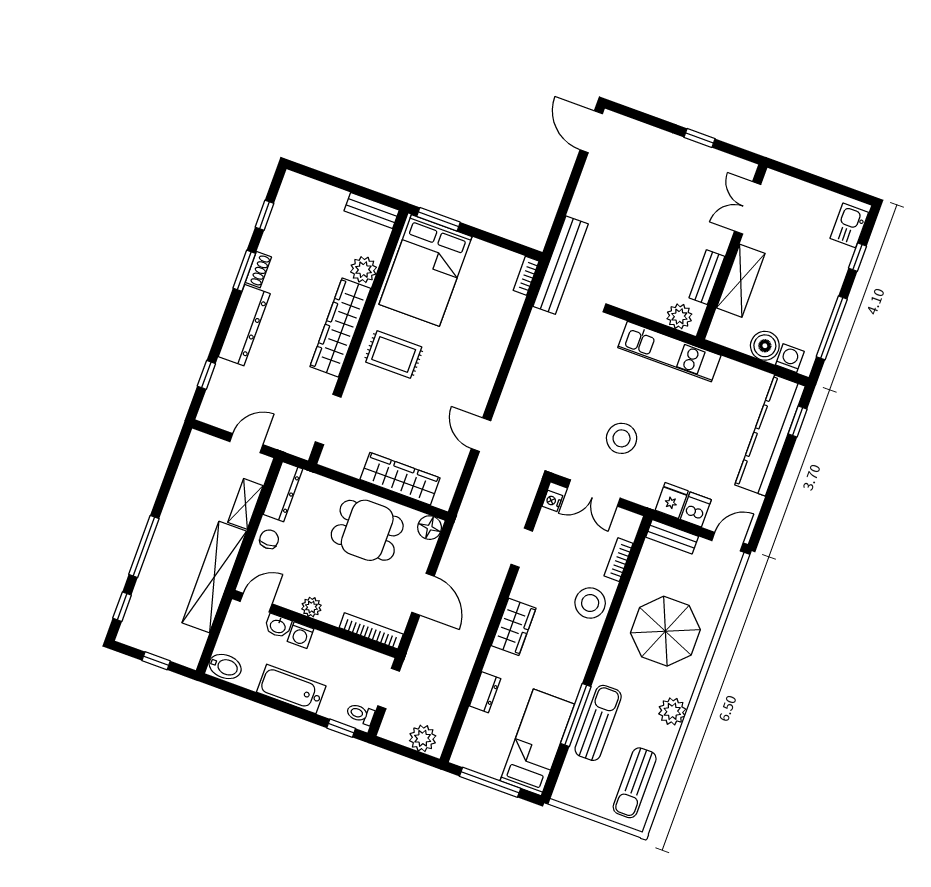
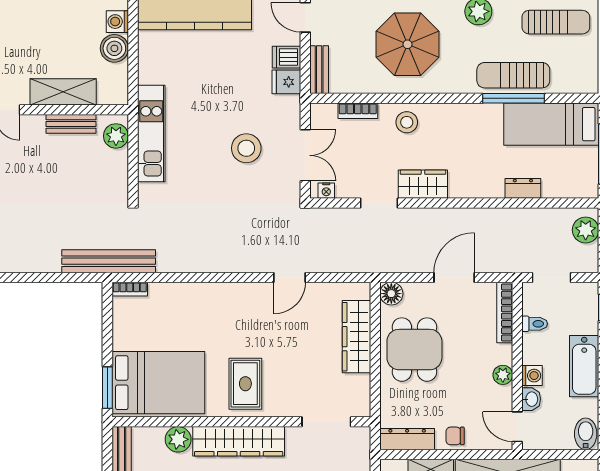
stool: (590, 603) -> (407, 122), width x0.73, depth x0.73
wardrobe: (514, 627) -> (423, 184), moved
toilet: (360, 714) -> (535, 324), moved, turned -90

